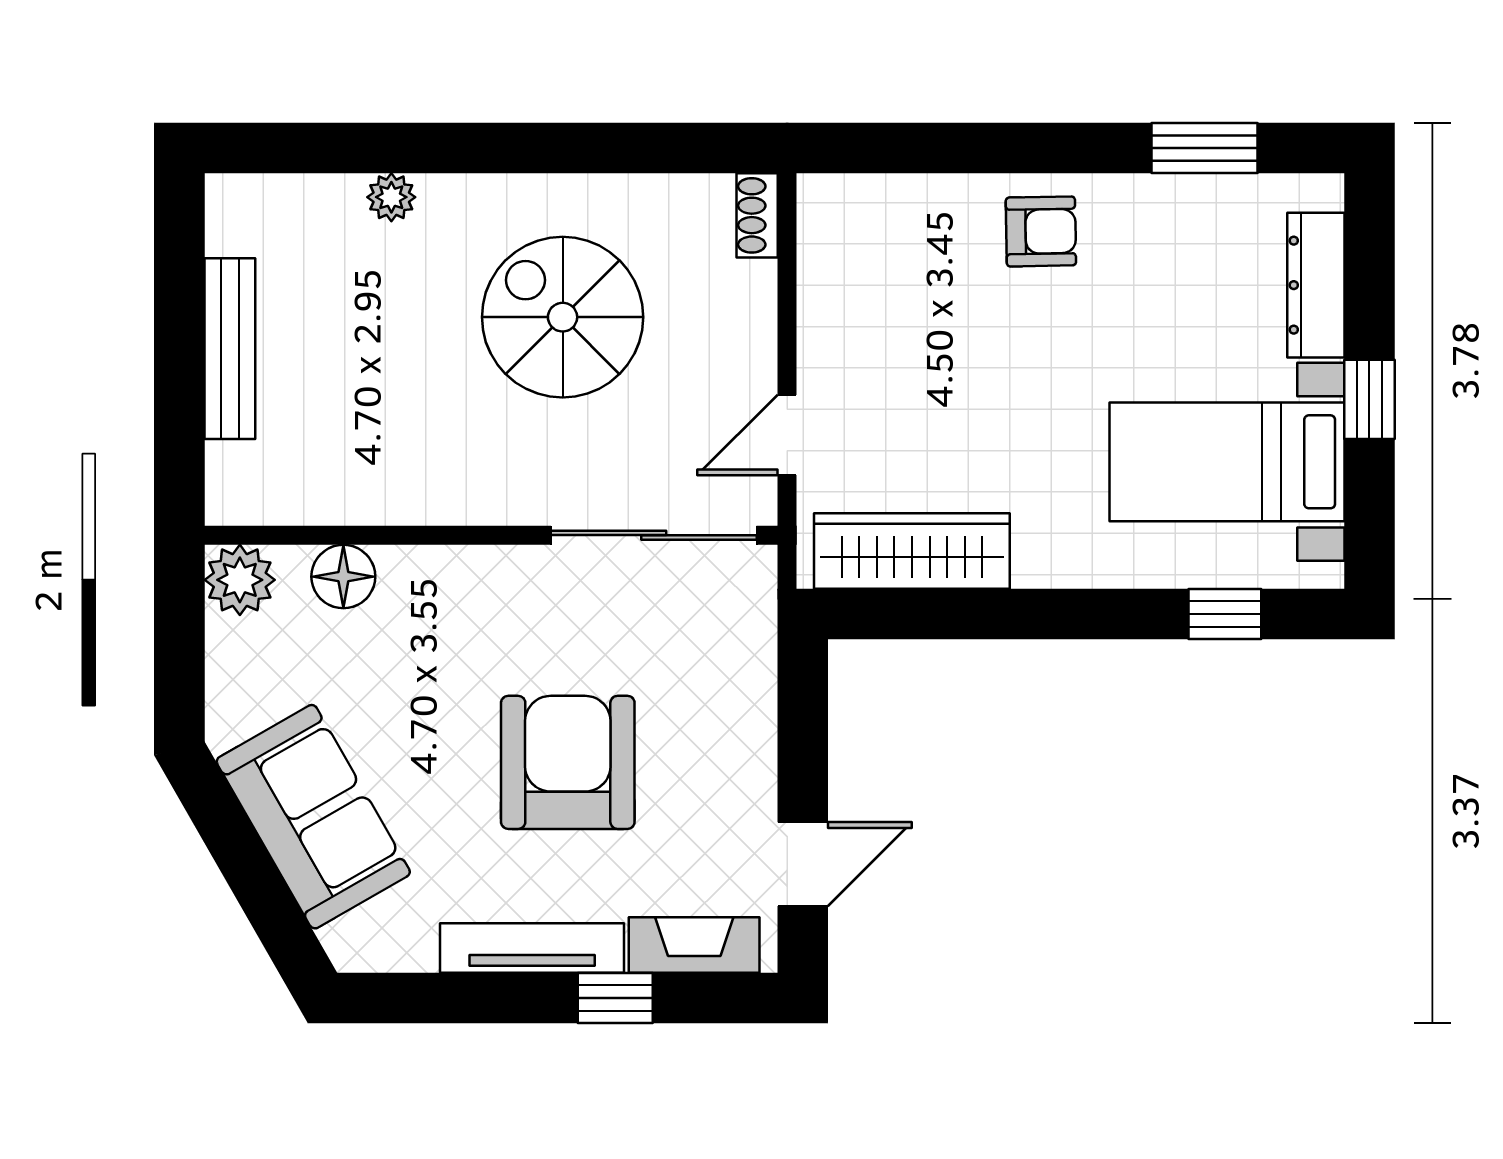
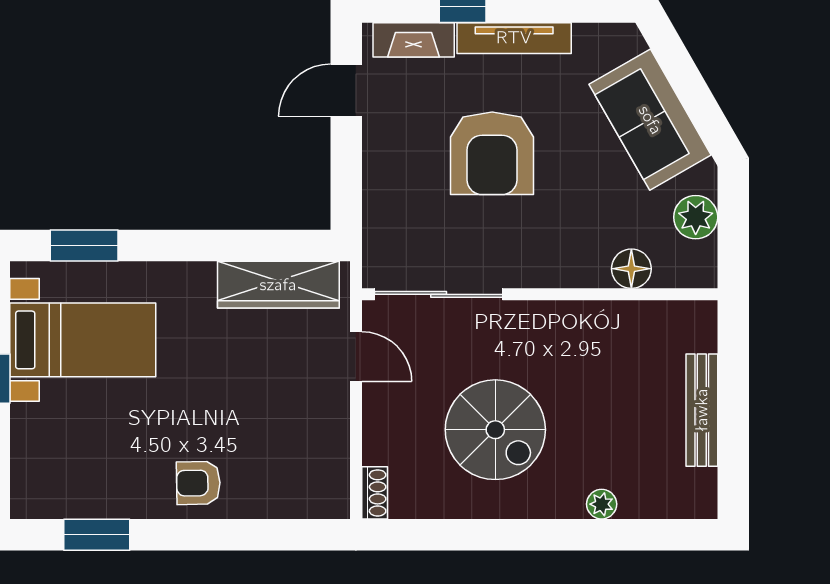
dresser: (1316, 285) -> (28, 450), removed
door: (787, 435) -> (356, 357), hinge flipped
plant: (240, 580) -> (696, 217), moved
window: (1225, 614) -> (84, 245), width x1.50

